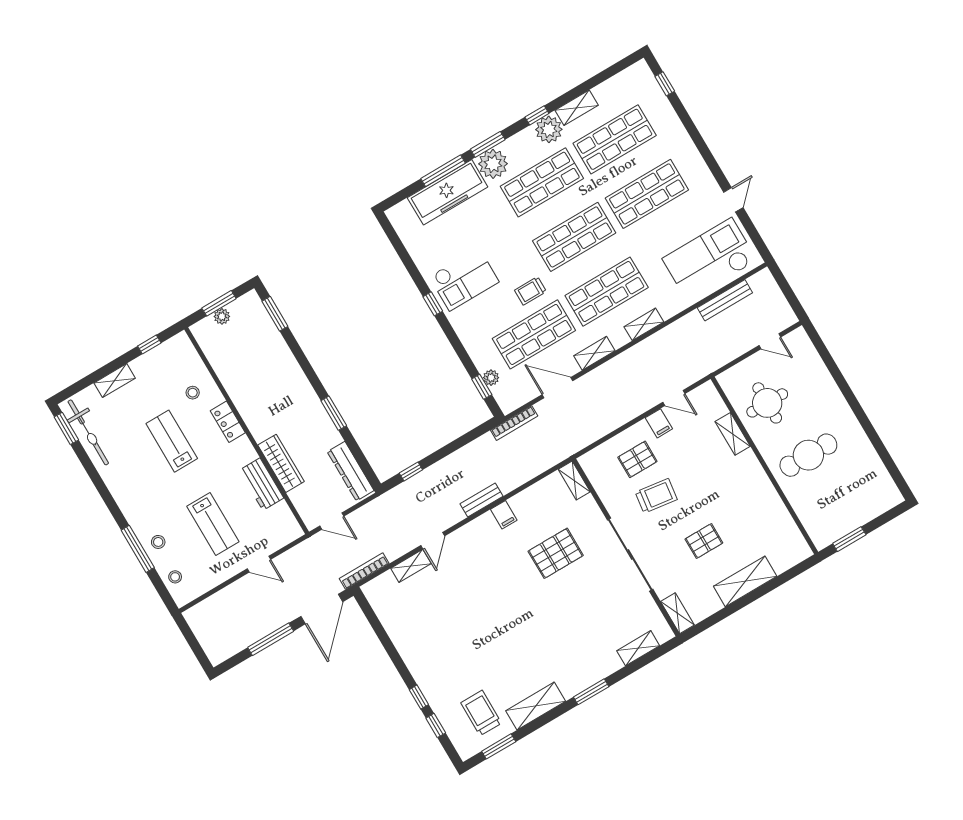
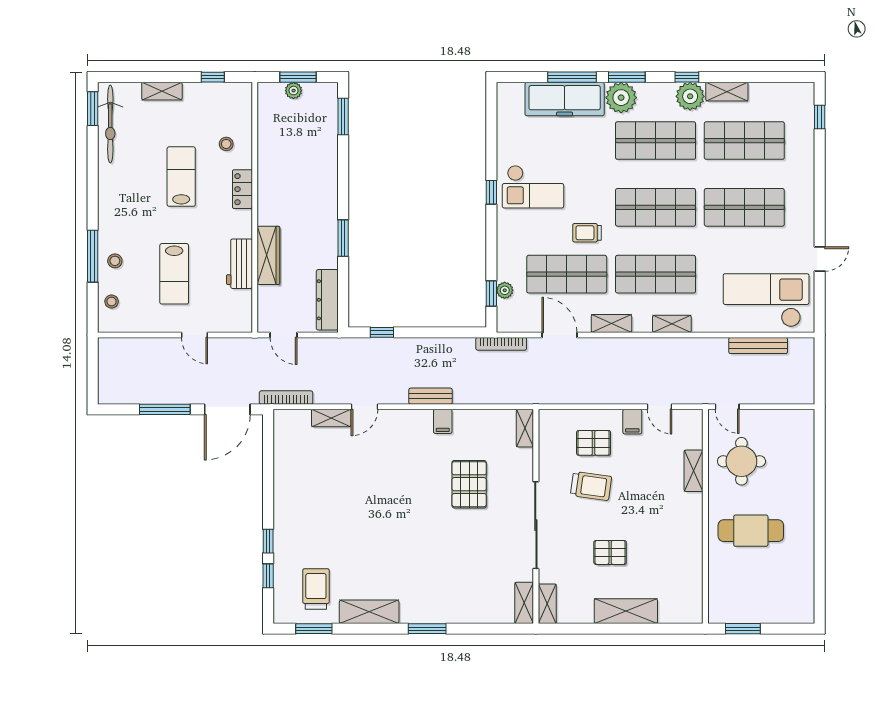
door: (770, 341) -> (727, 407), moved
pallet: (556, 553) -> (469, 484), turned 90
shelving: (638, 648) -> (524, 603), moved, turned 90

